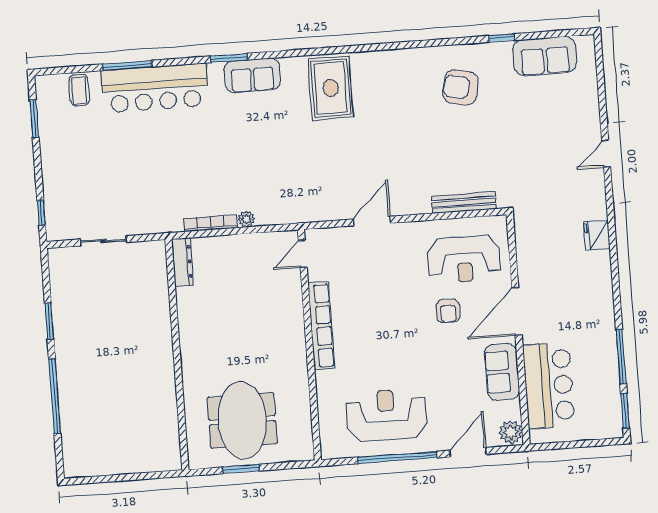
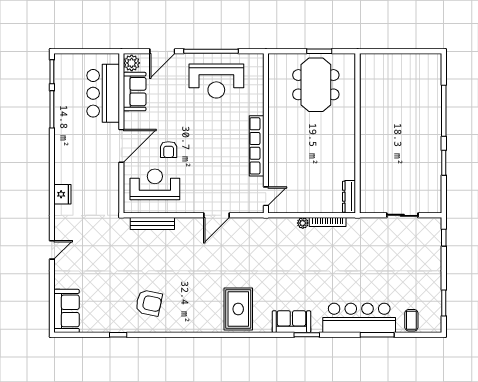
sofa: (545, 56) -> (67, 311), moved, turned 90
armchair: (448, 311) -> (169, 150), turned 180
sofa: (502, 372) -> (135, 92), moved

